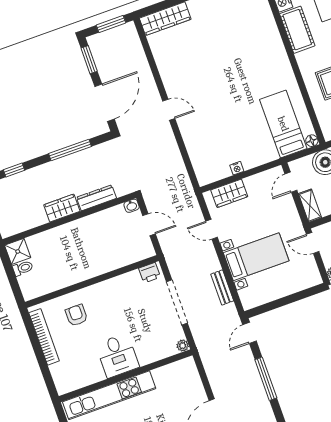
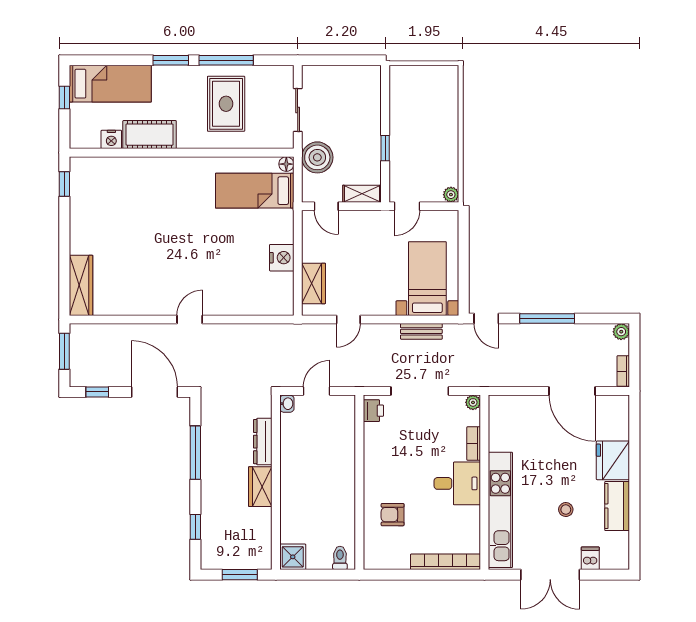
window: (89, 60) -> (97, 392), width x0.67
nightstand: (237, 168) -> (282, 258), width x1.89, depth x1.79
bed with nightstands: (256, 257) -> (427, 279), moved
toilet: (23, 268) -> (340, 558), moved
bookcase: (44, 337) -> (446, 562), moved
bookcase: (152, 357) -> (474, 443), added

